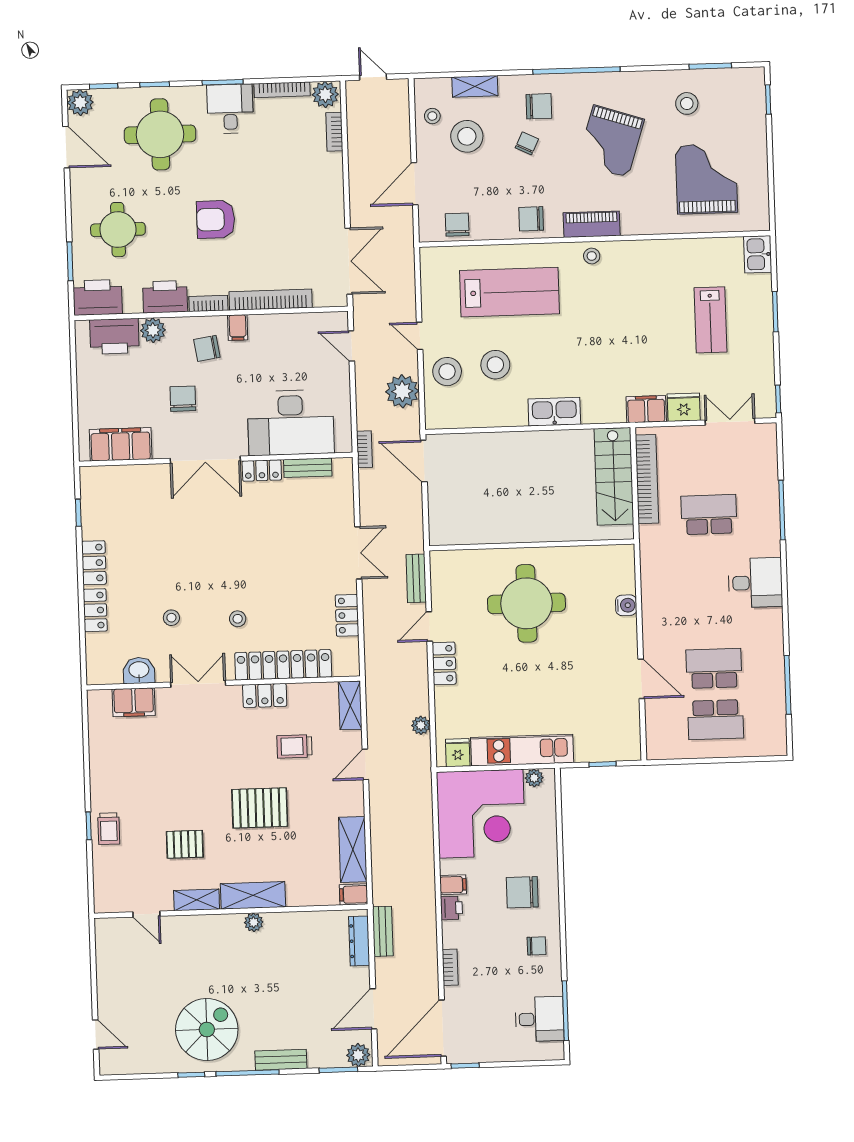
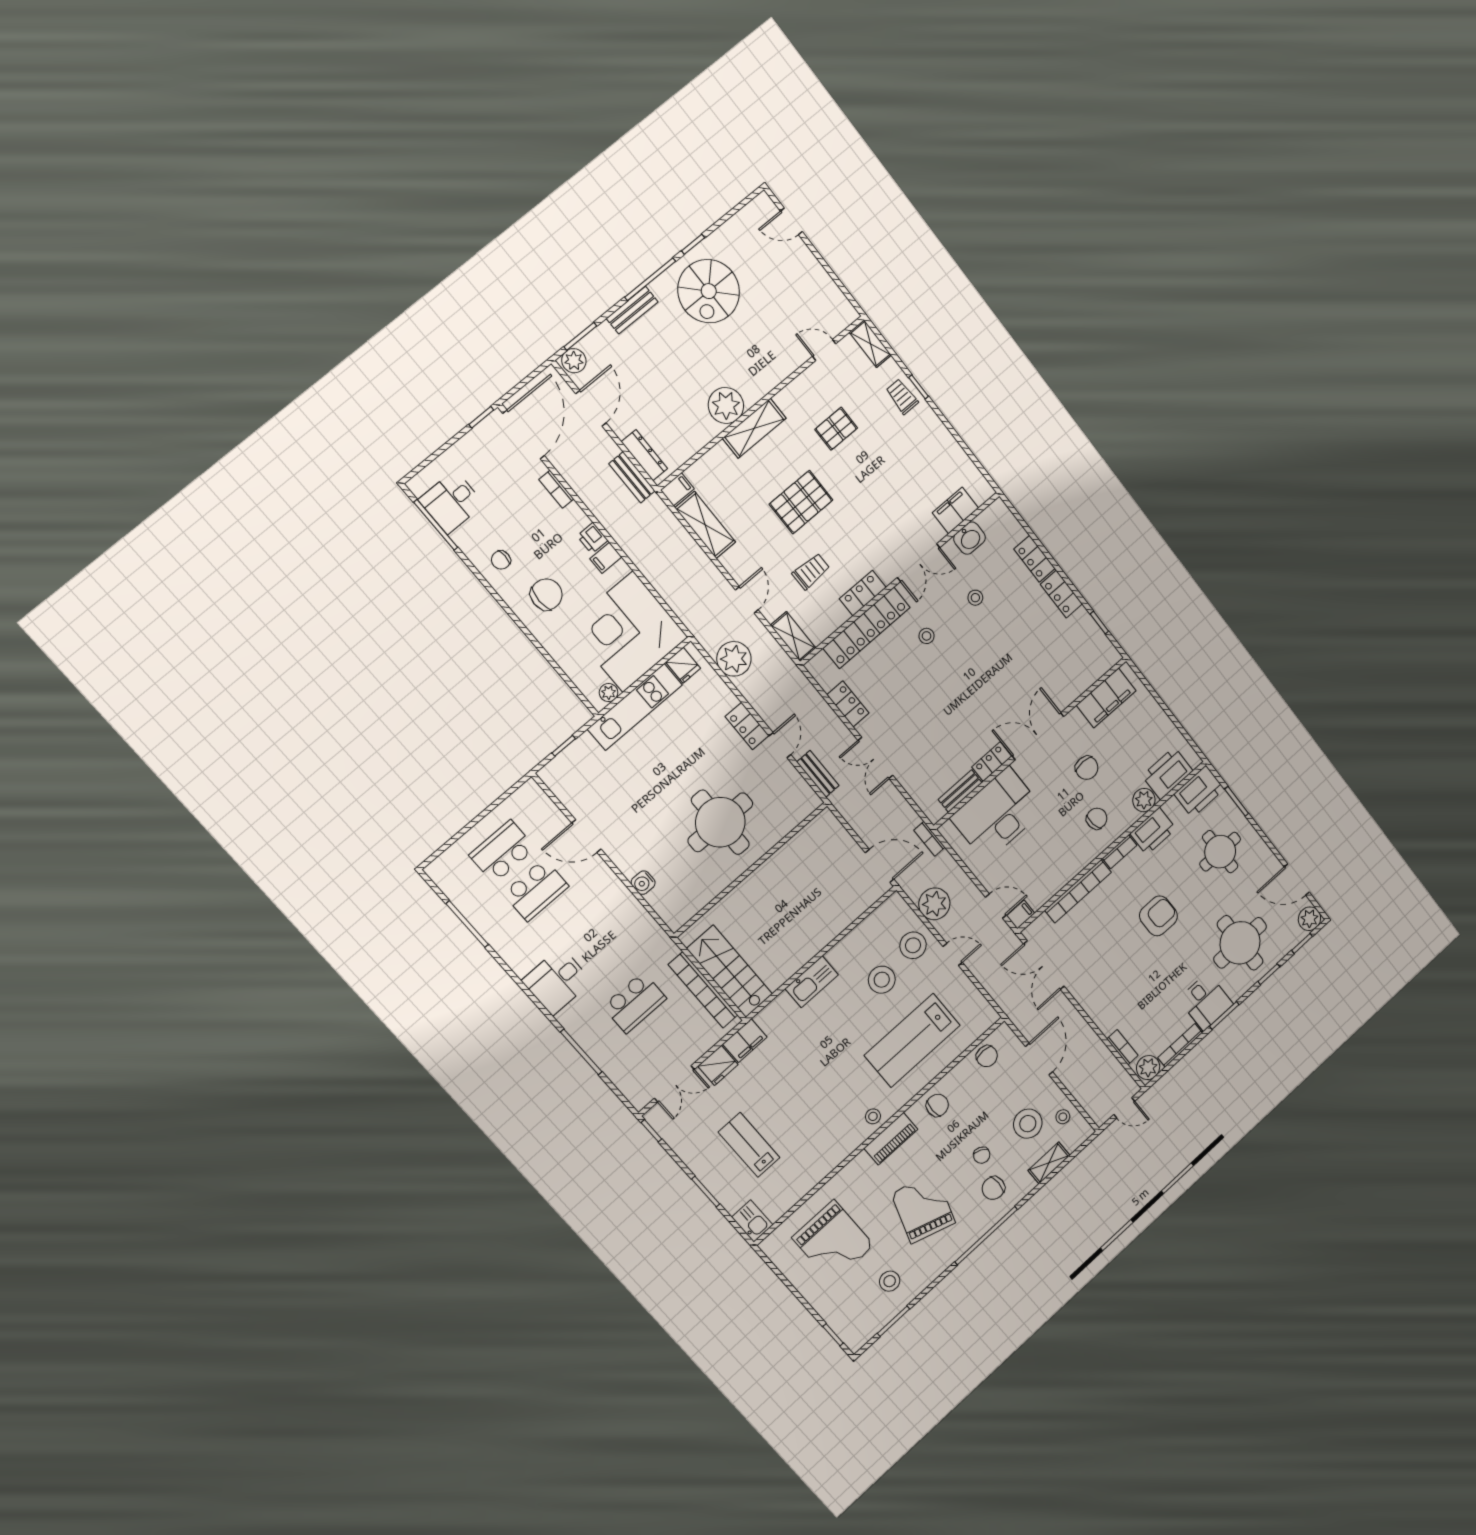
filing cabinet: (238, 328) -> (1021, 915), moved, turned 90
plant: (421, 725) -> (734, 659), width x1.88, depth x1.88
shelving: (197, 900) -> (870, 344), moved, turned 90
plant: (254, 922) -> (726, 405), width x1.87, depth x1.87

